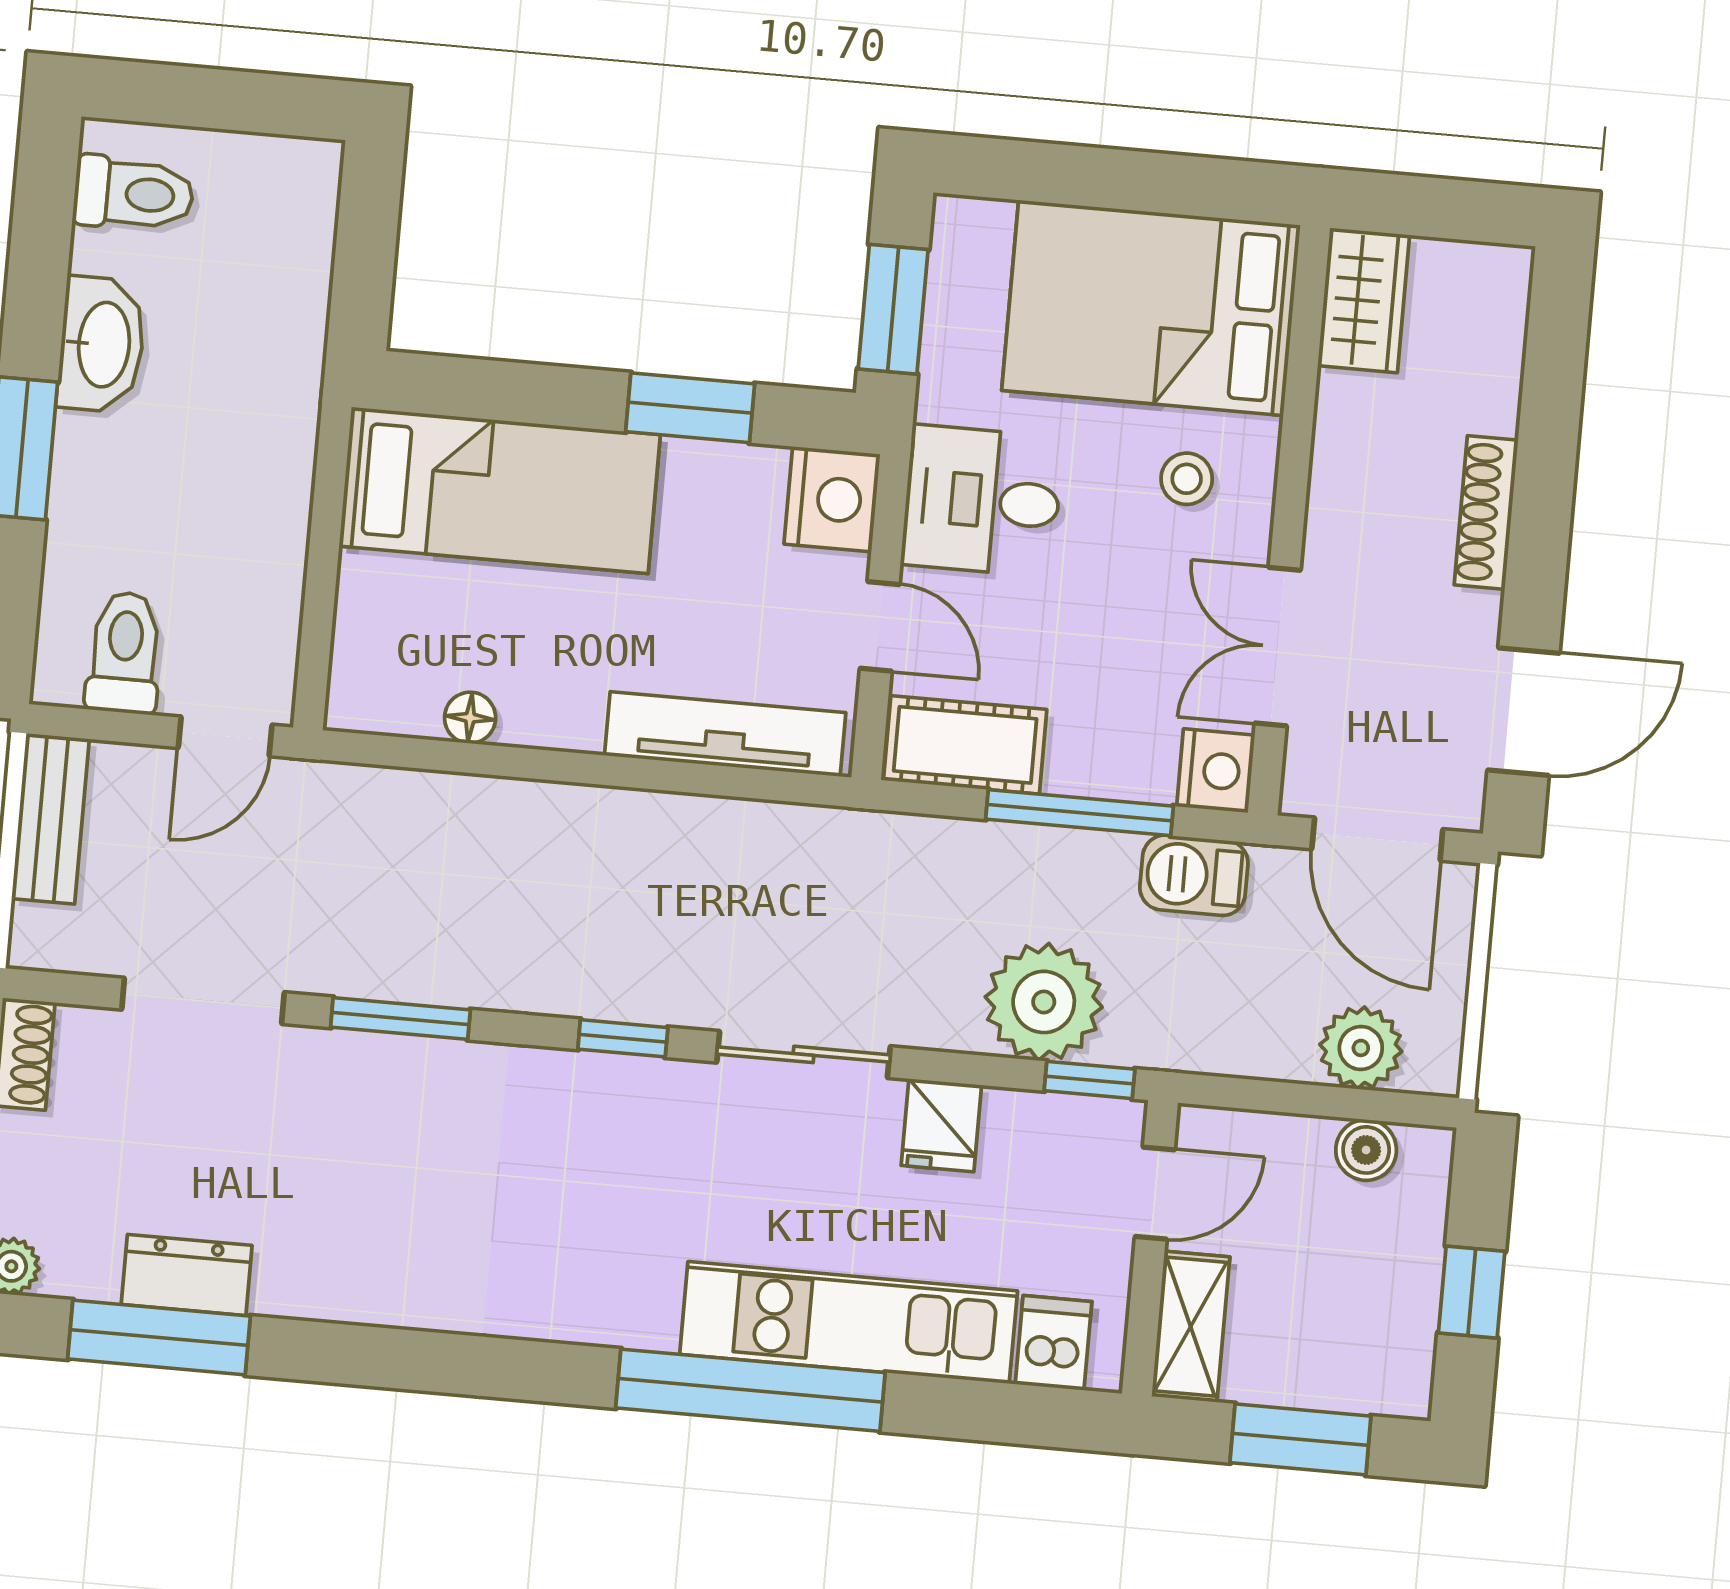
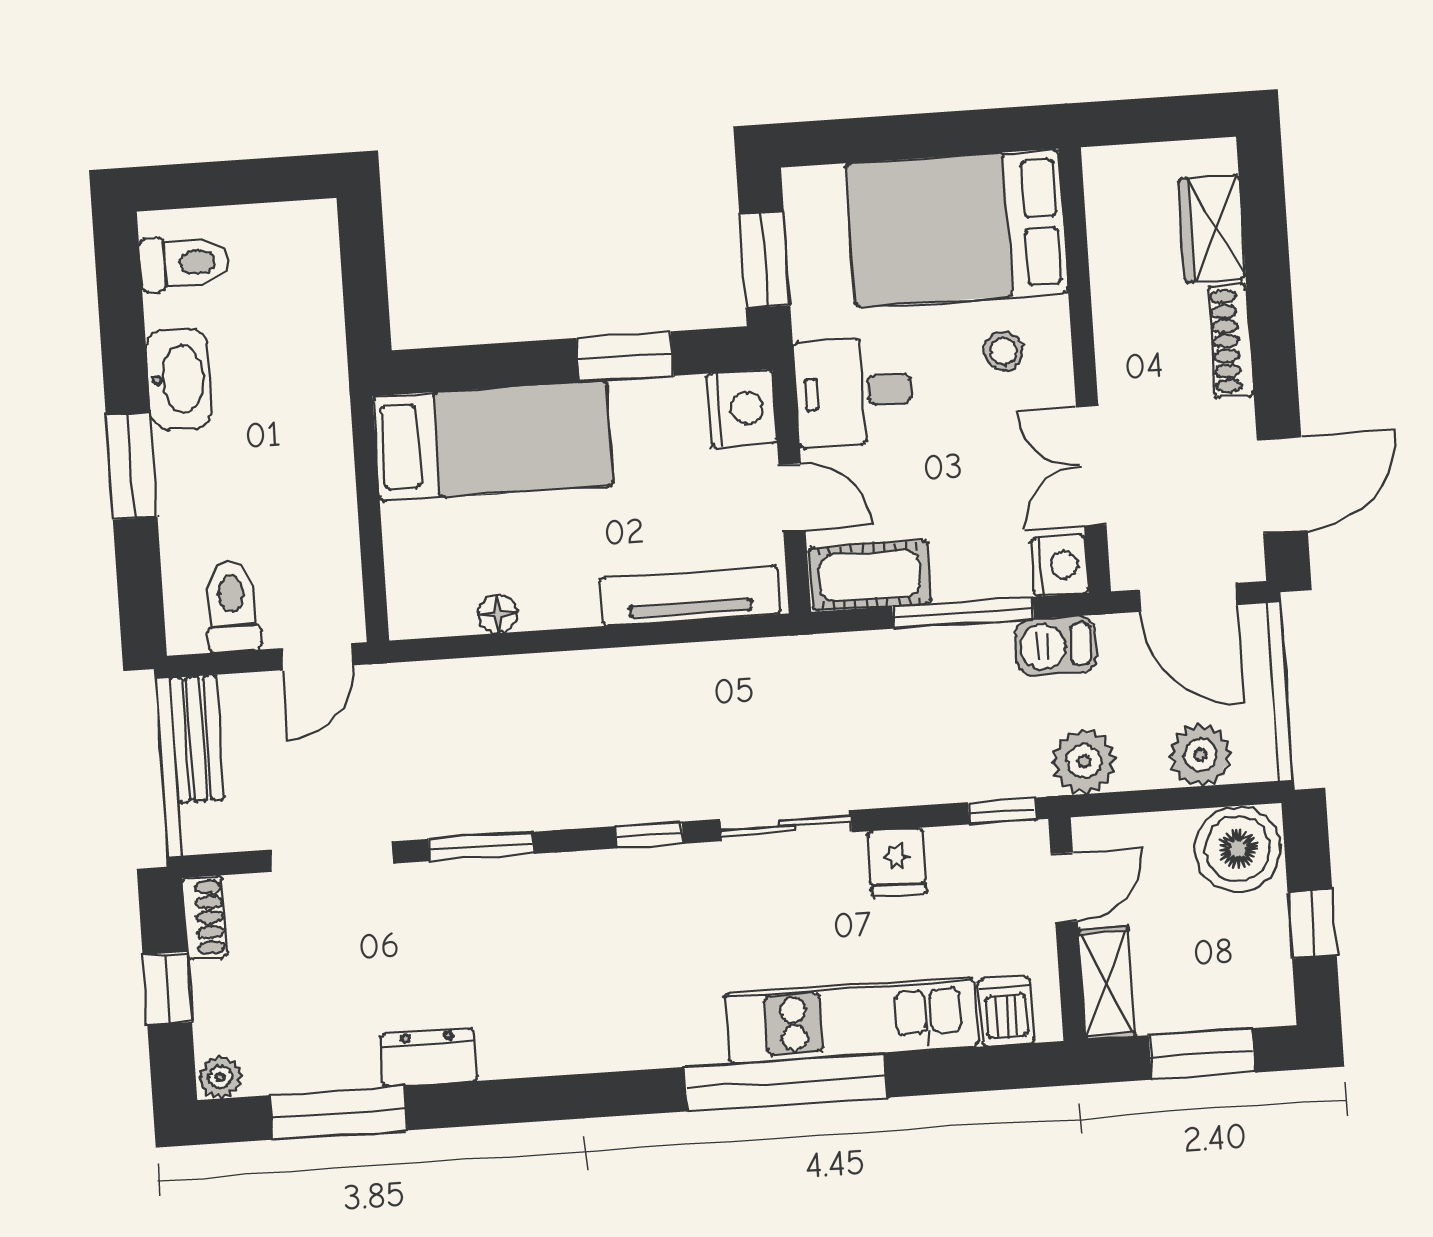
wardrobe: (1364, 300) -> (1212, 229), moved, turned 180
plant: (1044, 1002) -> (1084, 761), moved, width x0.73, depth x0.73
boiler: (1366, 1150) -> (1238, 849), width x1.86, depth x1.86
dresser: (187, 1275) -> (429, 1058), moved

